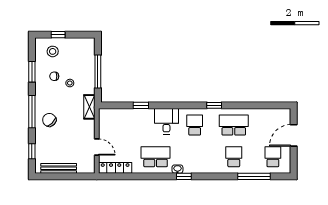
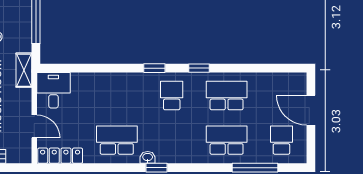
window: (141, 105) -> (154, 68), moved
desk: (166, 121) -> (53, 90), moved
door: (294, 135) -> (311, 110), hinge flipped
school desk: (234, 157) -> (227, 140), width x1.85

